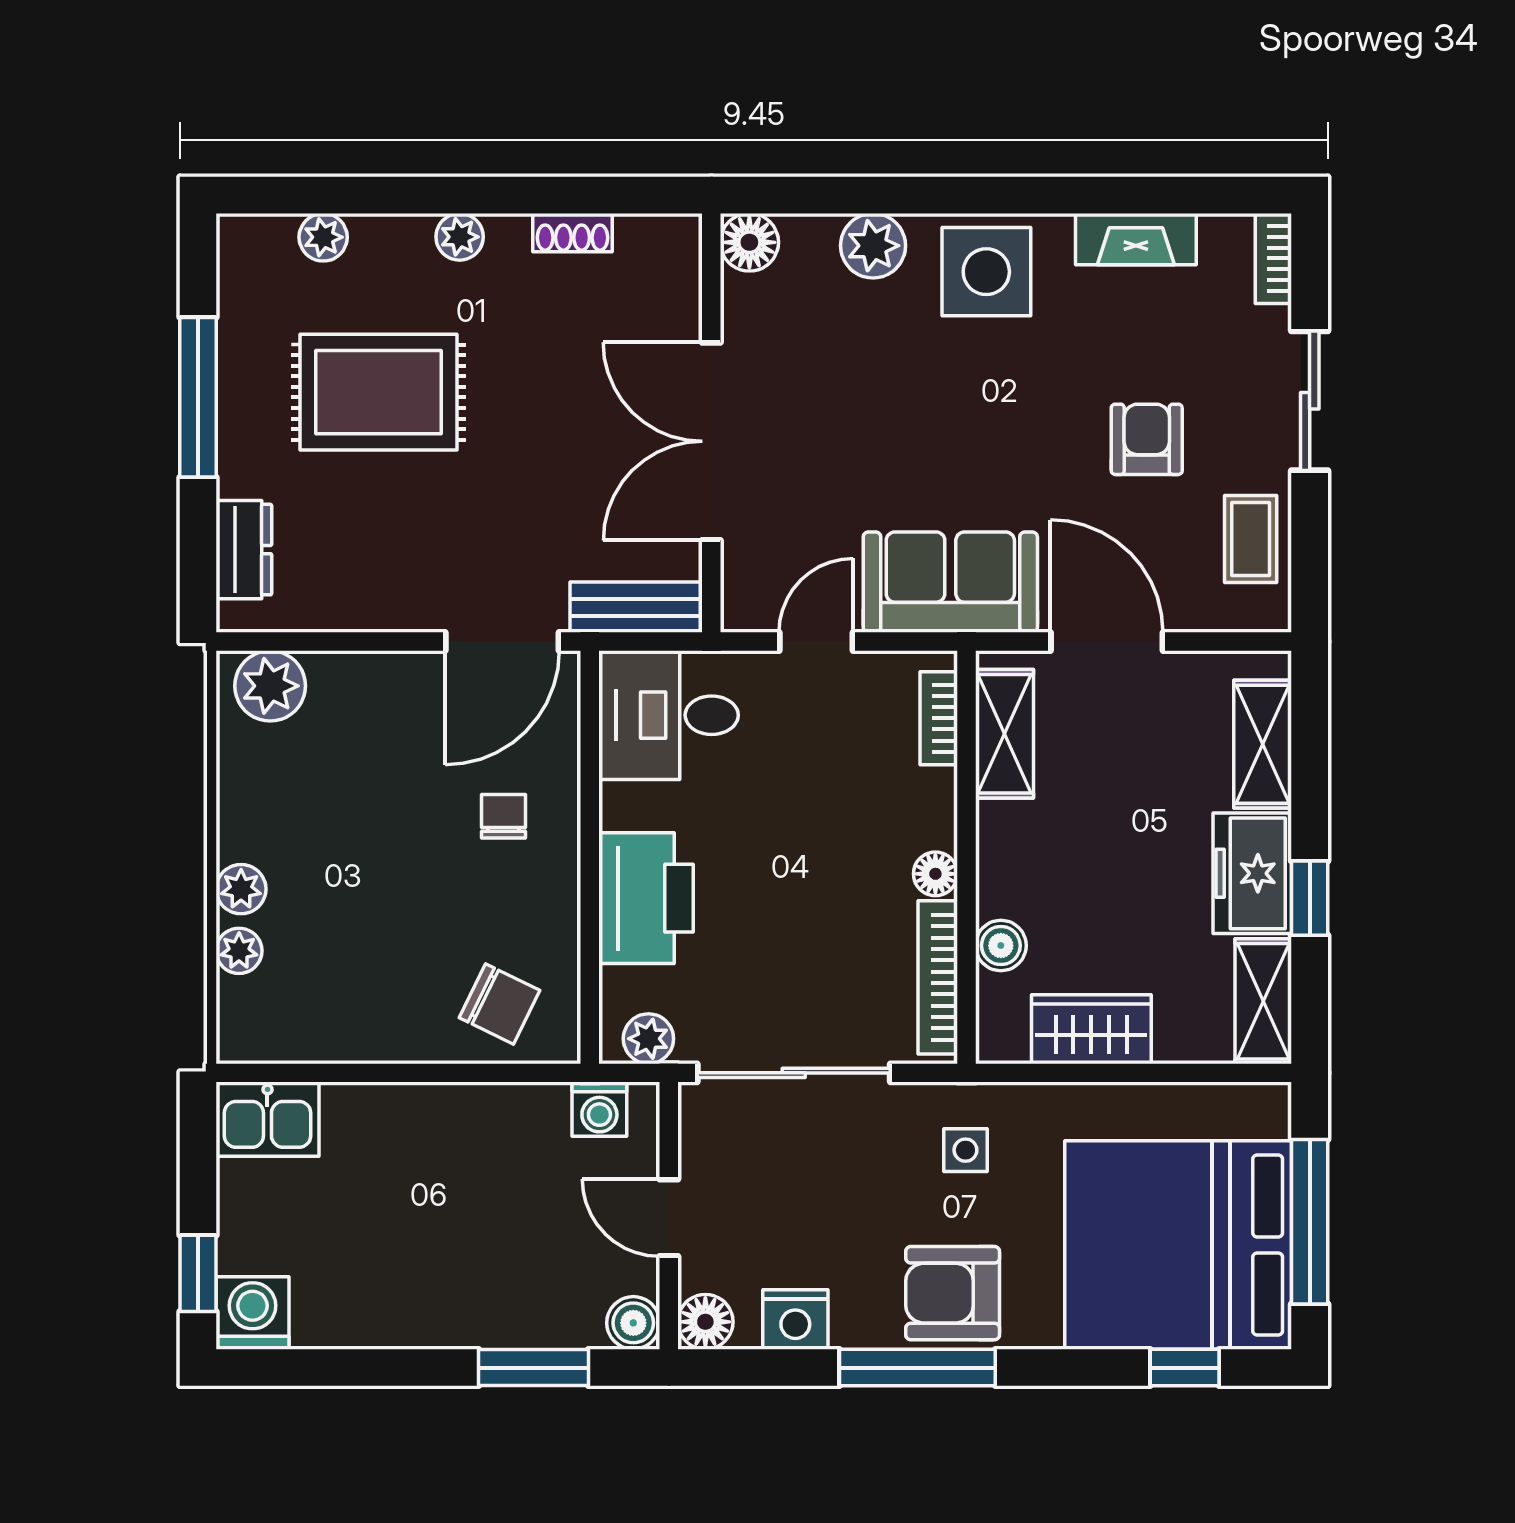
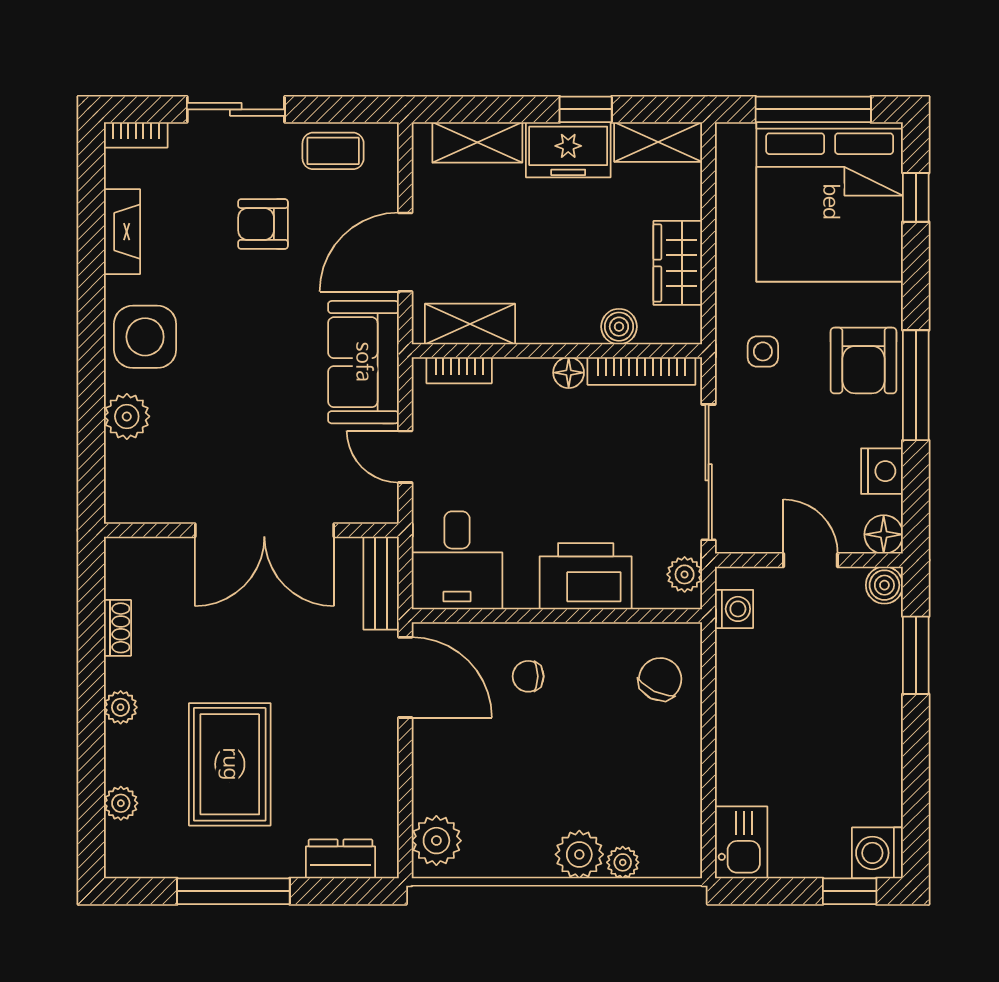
floor lamp: (749, 242) -> (124, 503), removed
plant: (241, 889) -> (579, 854), width x1.38, depth x1.38
door: (669, 1218) -> (811, 560), swing flipped

